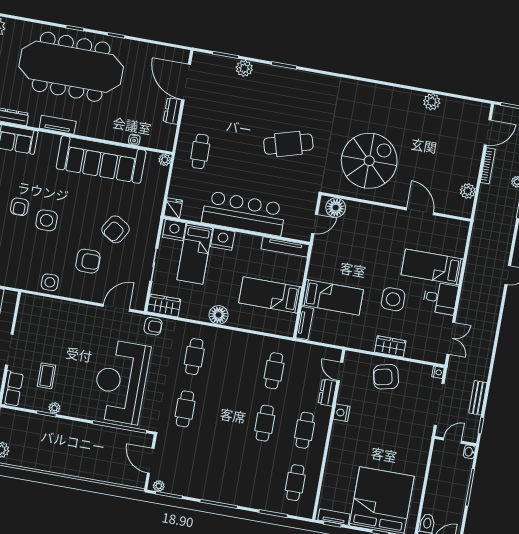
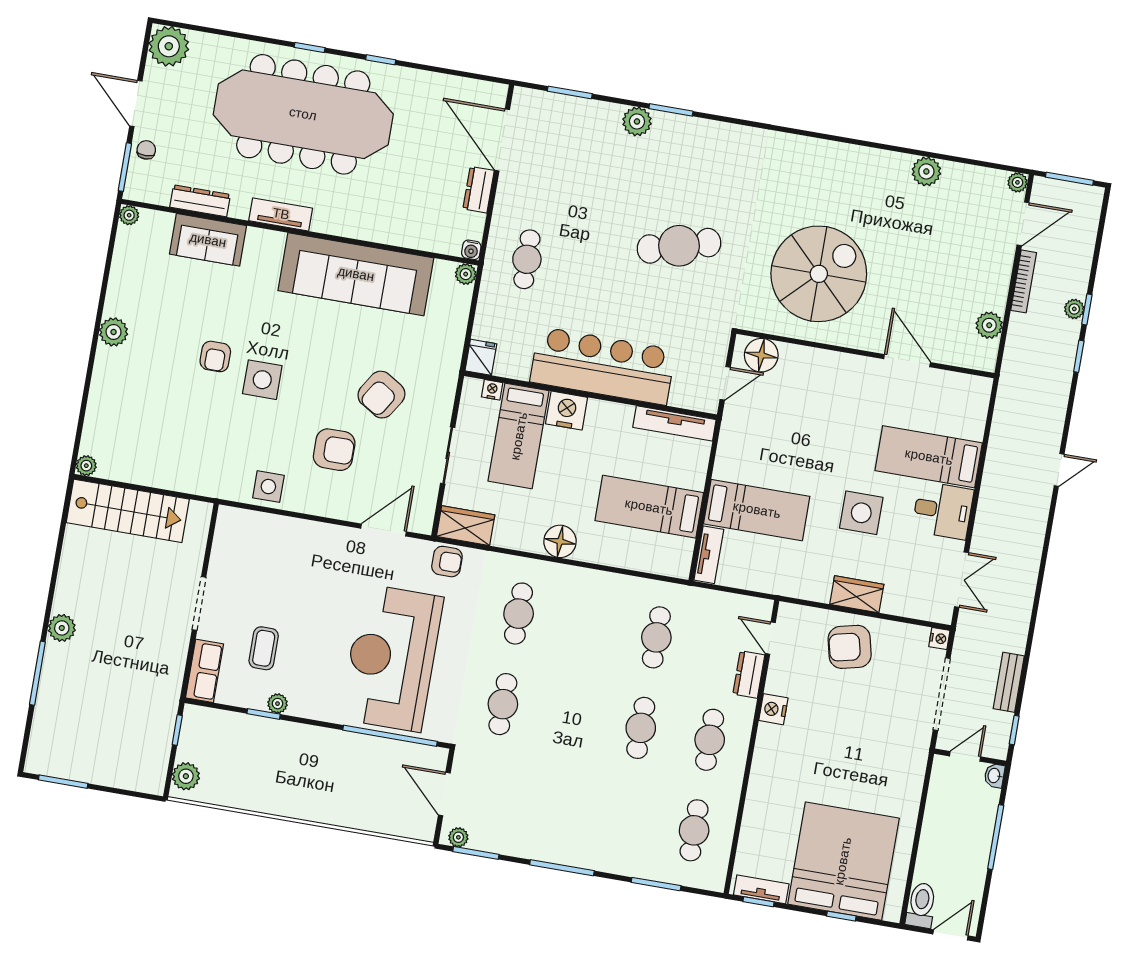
plant: (244, 68) -> (637, 121), moved
plant: (485, 108) -> (1017, 182), added
water cooler: (134, 140) -> (471, 250), moved
nightstand: (174, 230) -> (492, 390), width x0.53, depth x0.56

